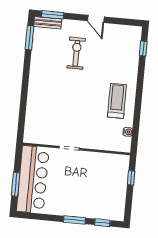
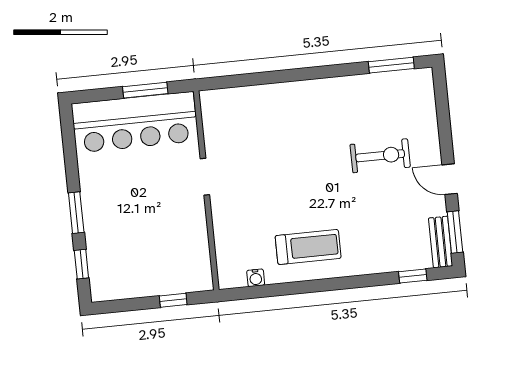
window: (53, 15) -> (455, 232), moved
door: (96, 19) -> (450, 179), hinge flipped
bench: (48, 23) -> (441, 242), moved
window: (16, 184) -> (145, 90), moved

